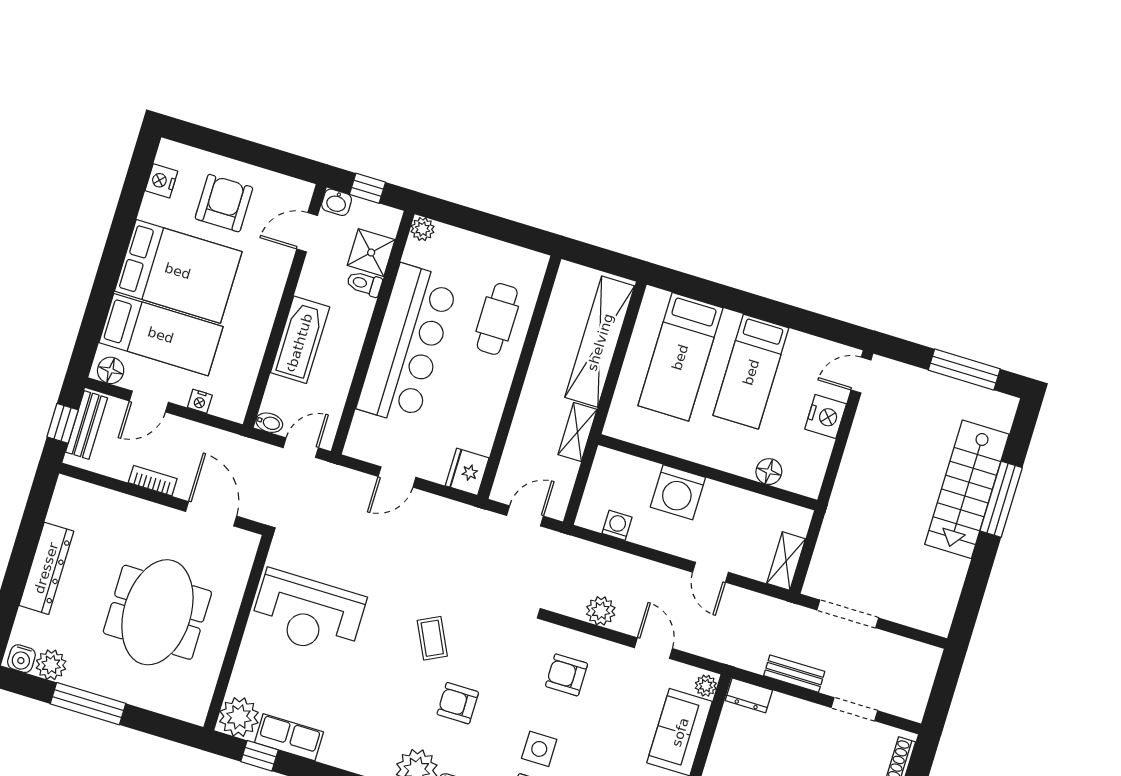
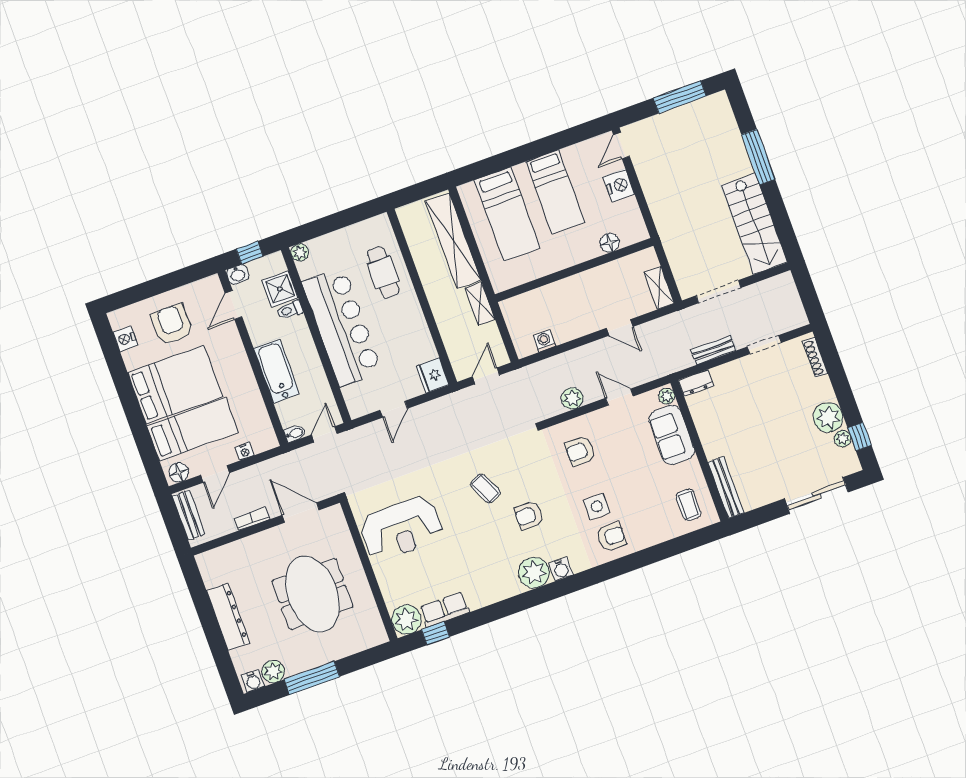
window: (63, 423) -> (174, 525), removed
stairs: (967, 489) -> (755, 224), moved
washing machine: (678, 492) -> (565, 295), removed

